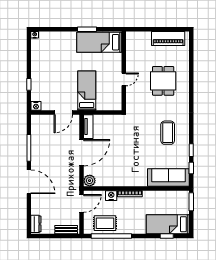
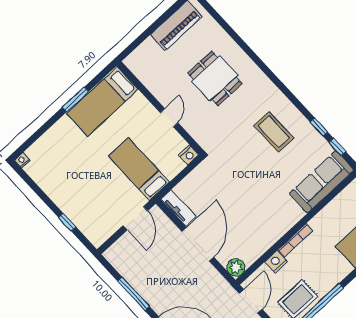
nightstand: (36, 106) -> (189, 155), moved

